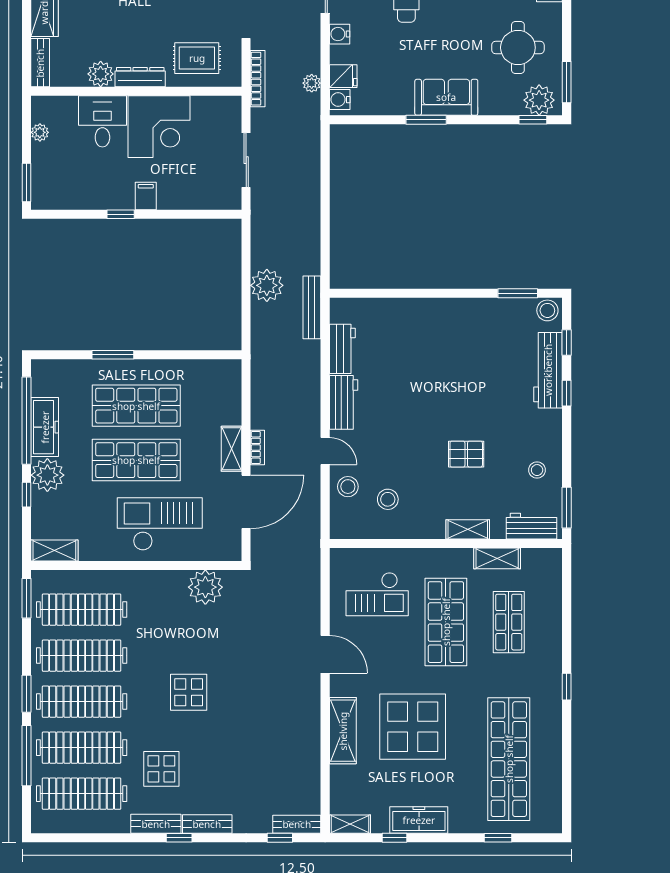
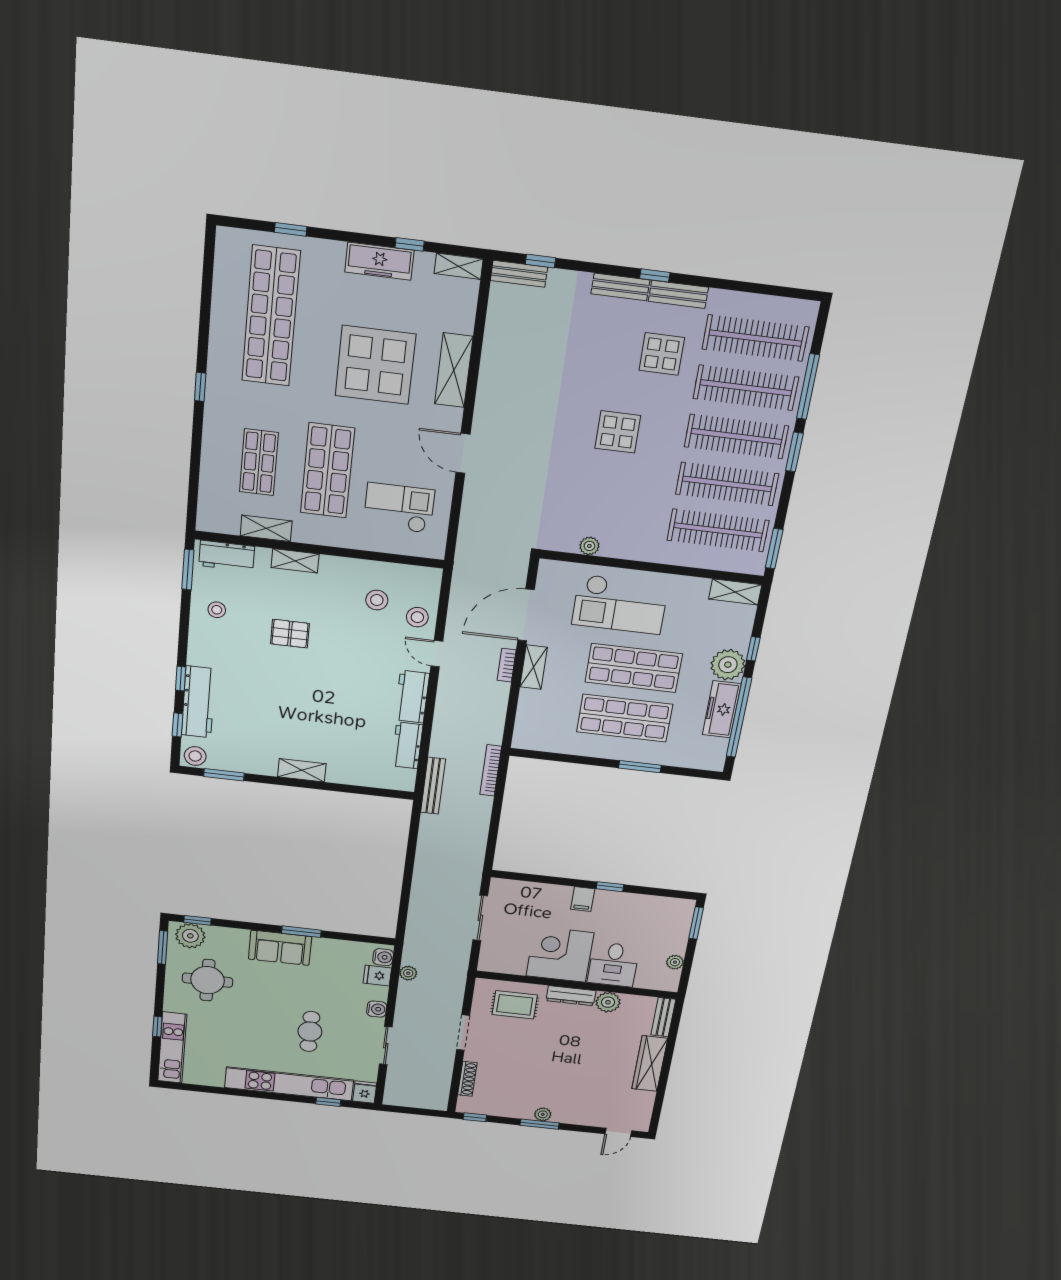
bookcase: (258, 79) -> (491, 770), moved
plant: (267, 285) -> (476, 810), removed
shelving: (442, 308) -> (302, 770), added
plant: (205, 587) -> (589, 546), width x0.53, depth x0.53

